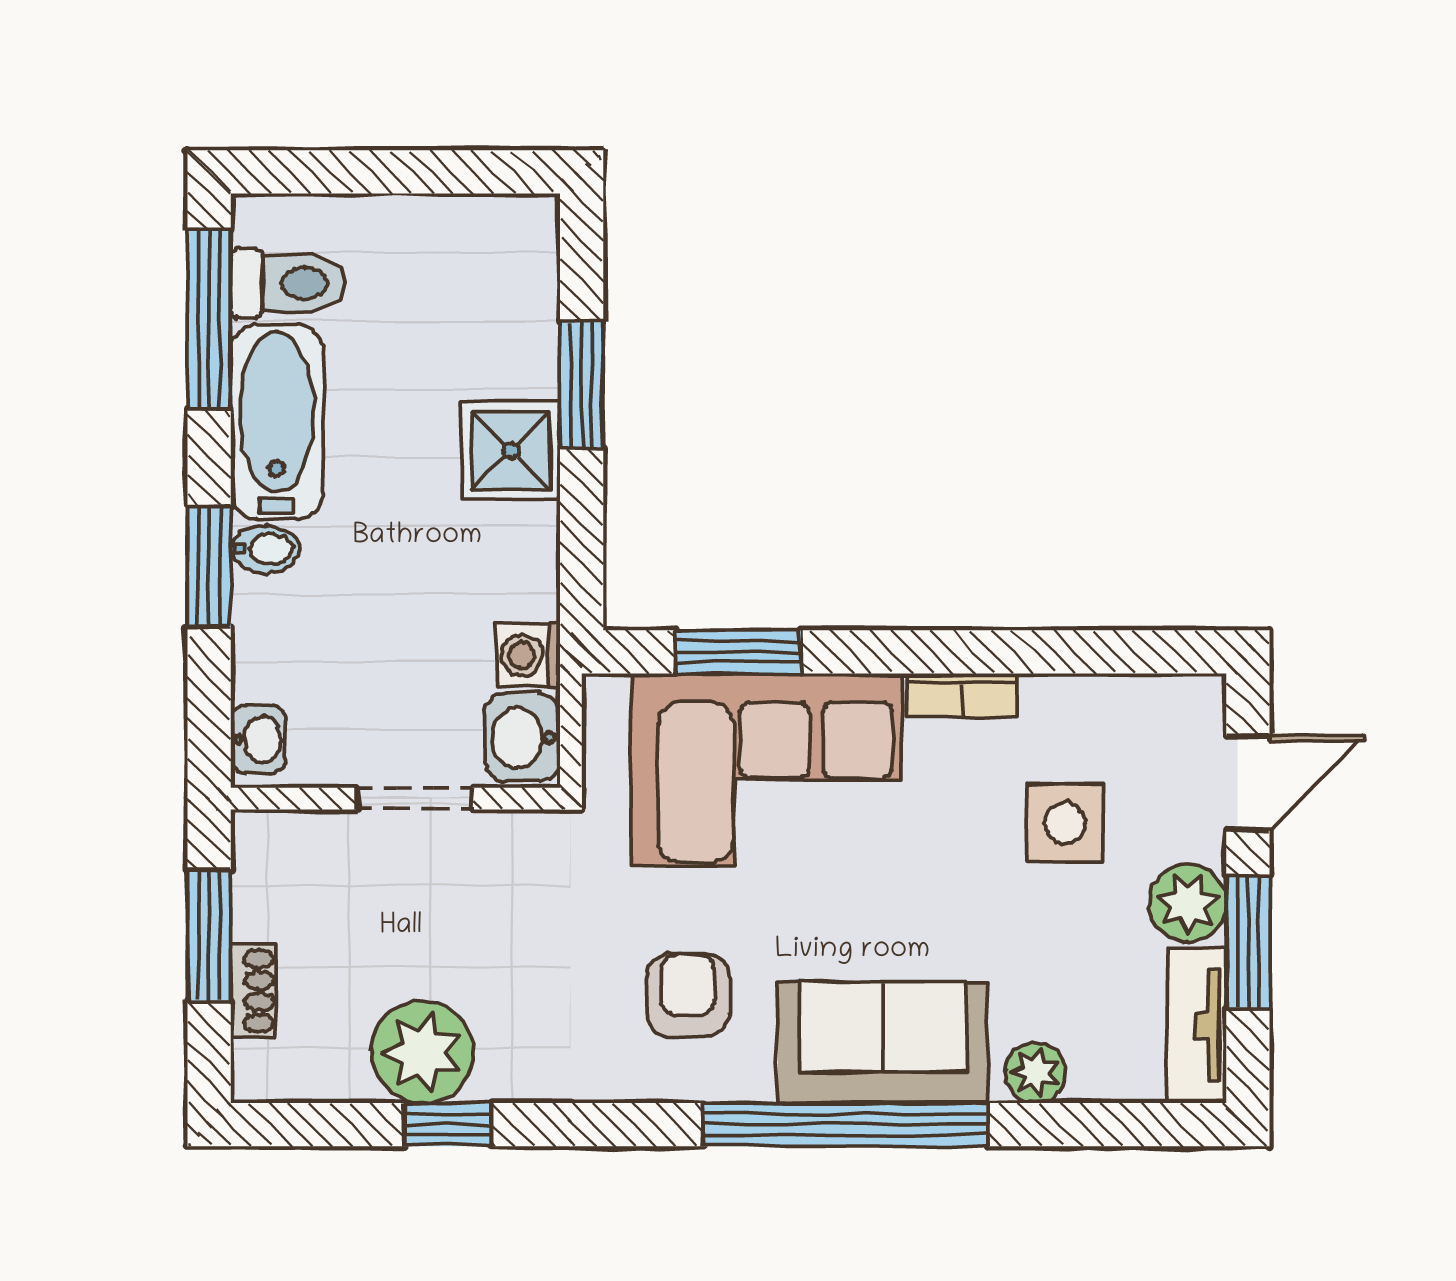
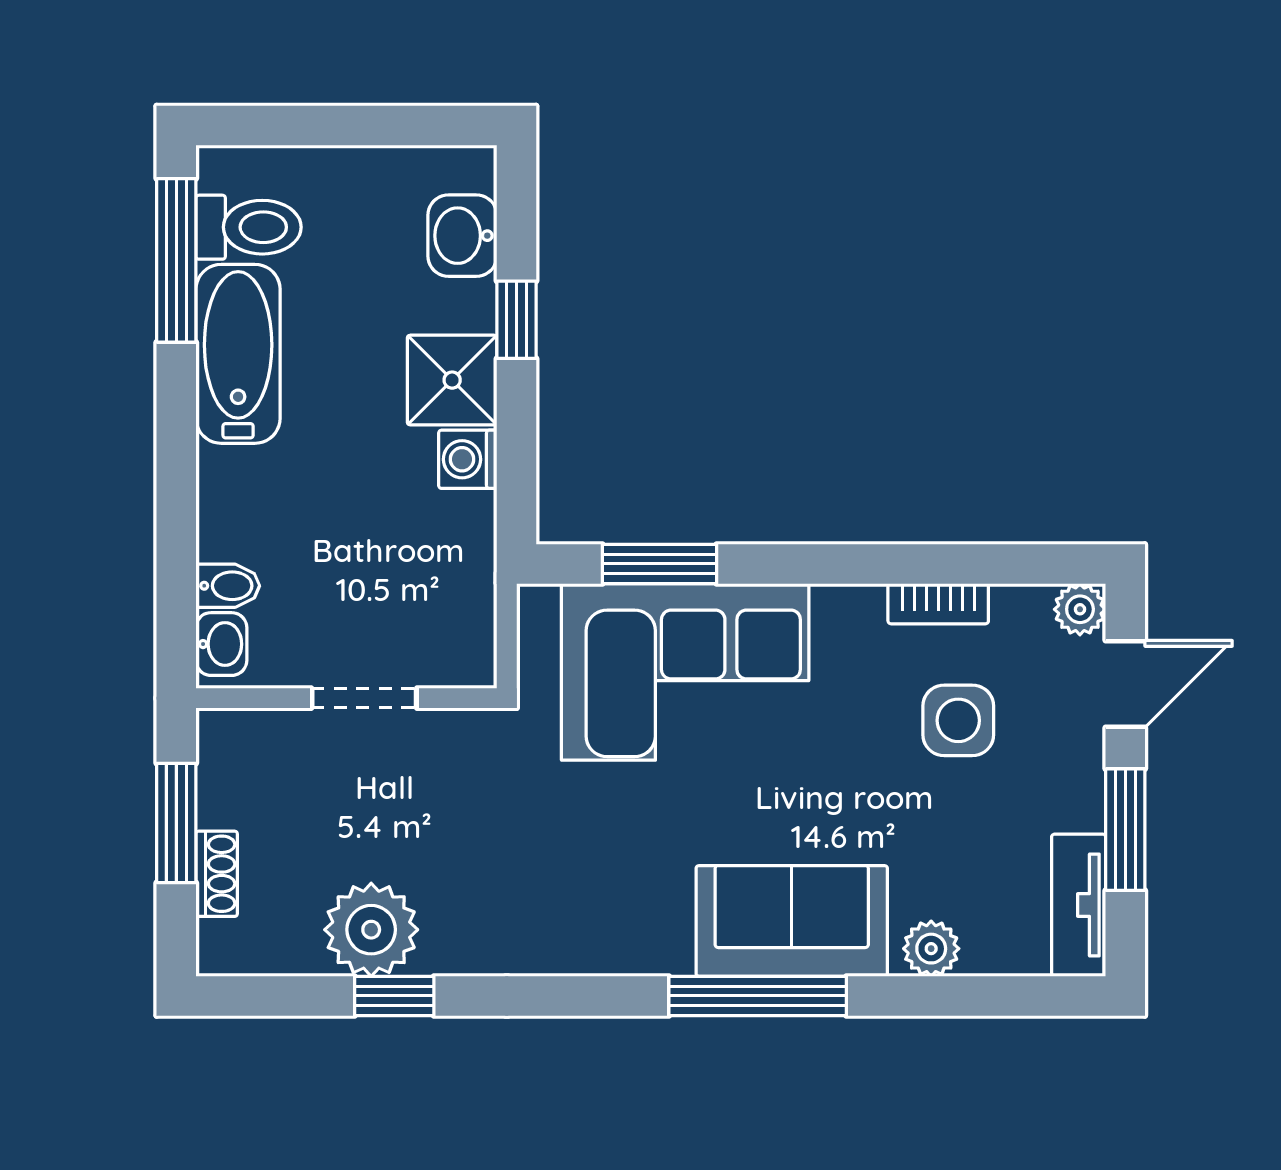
window: (582, 384) -> (517, 320), width x0.67
bidet: (265, 549) -> (228, 586), moved
window: (209, 567) -> (176, 486), removed
washing machine: (528, 655) -> (468, 459), moved
bookcase: (962, 695) -> (938, 604), moved
washbasin: (522, 737) -> (462, 236), moved
plant: (1188, 903) -> (1080, 609), moved, width x0.73, depth x0.73
armchair: (688, 995) -> (614, 878), removed
window: (845, 1125) -> (758, 996), width x0.68

